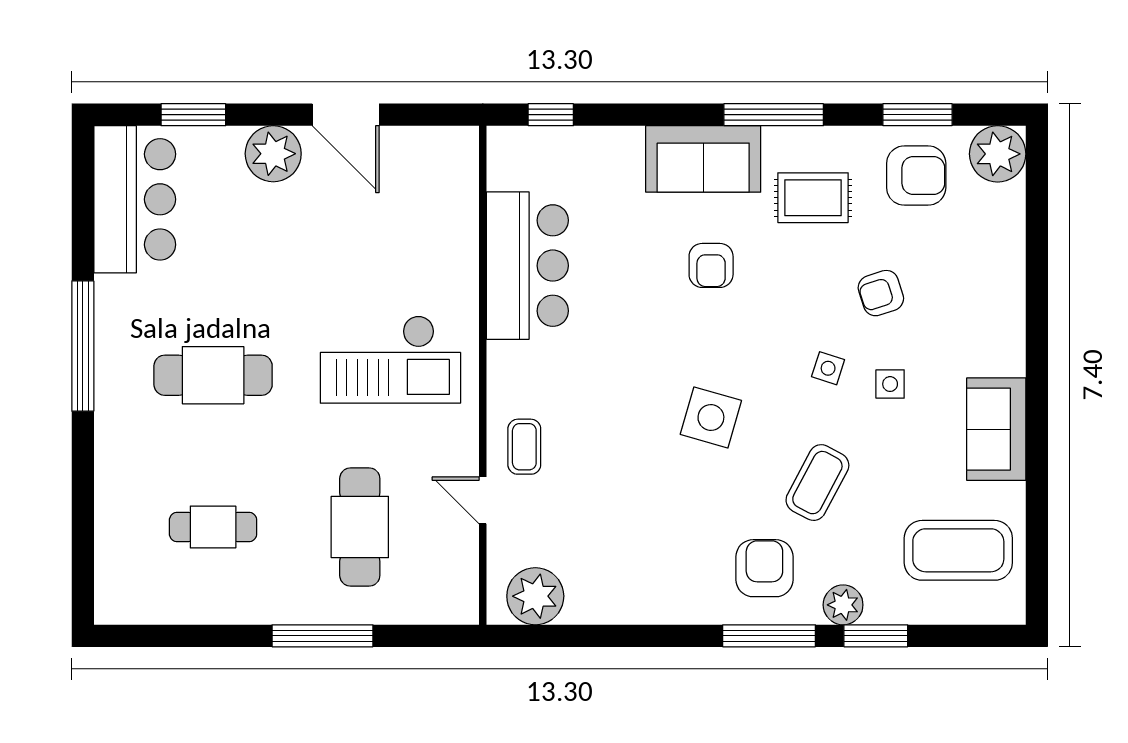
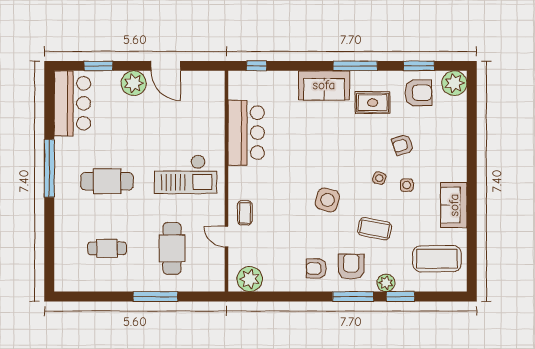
armchair: (711, 265) -> (316, 268), moved, turned 90
coffee table: (817, 483) -> (375, 229), turned 73

